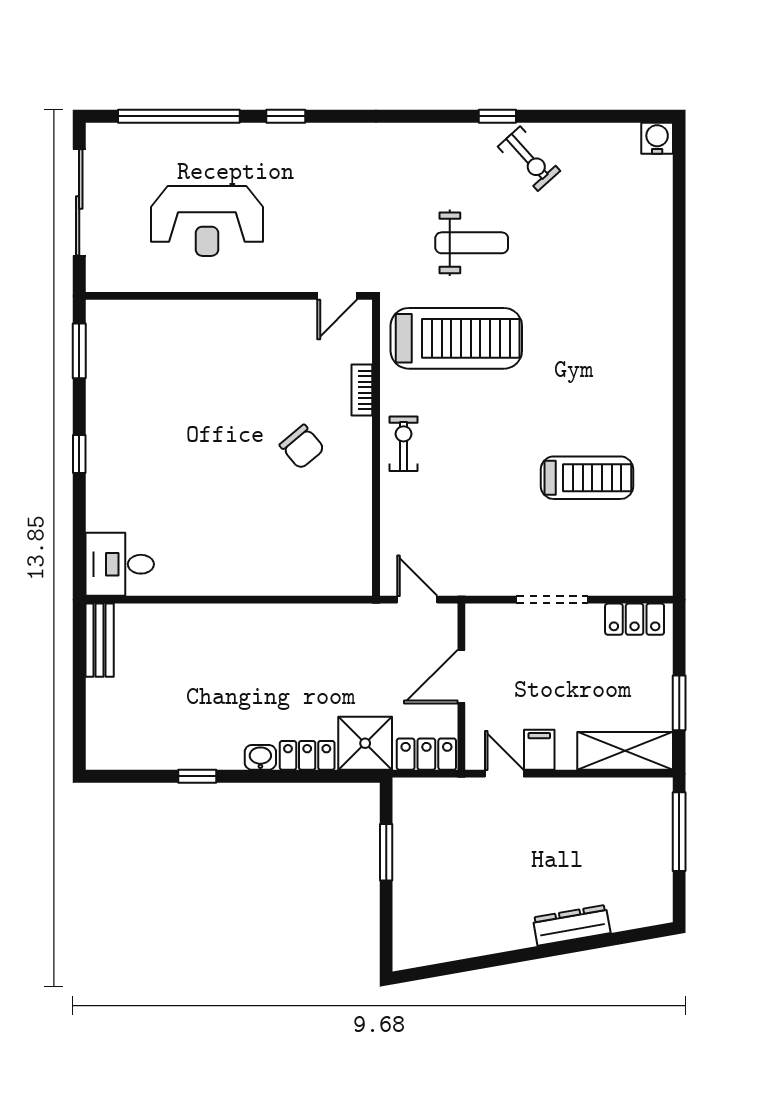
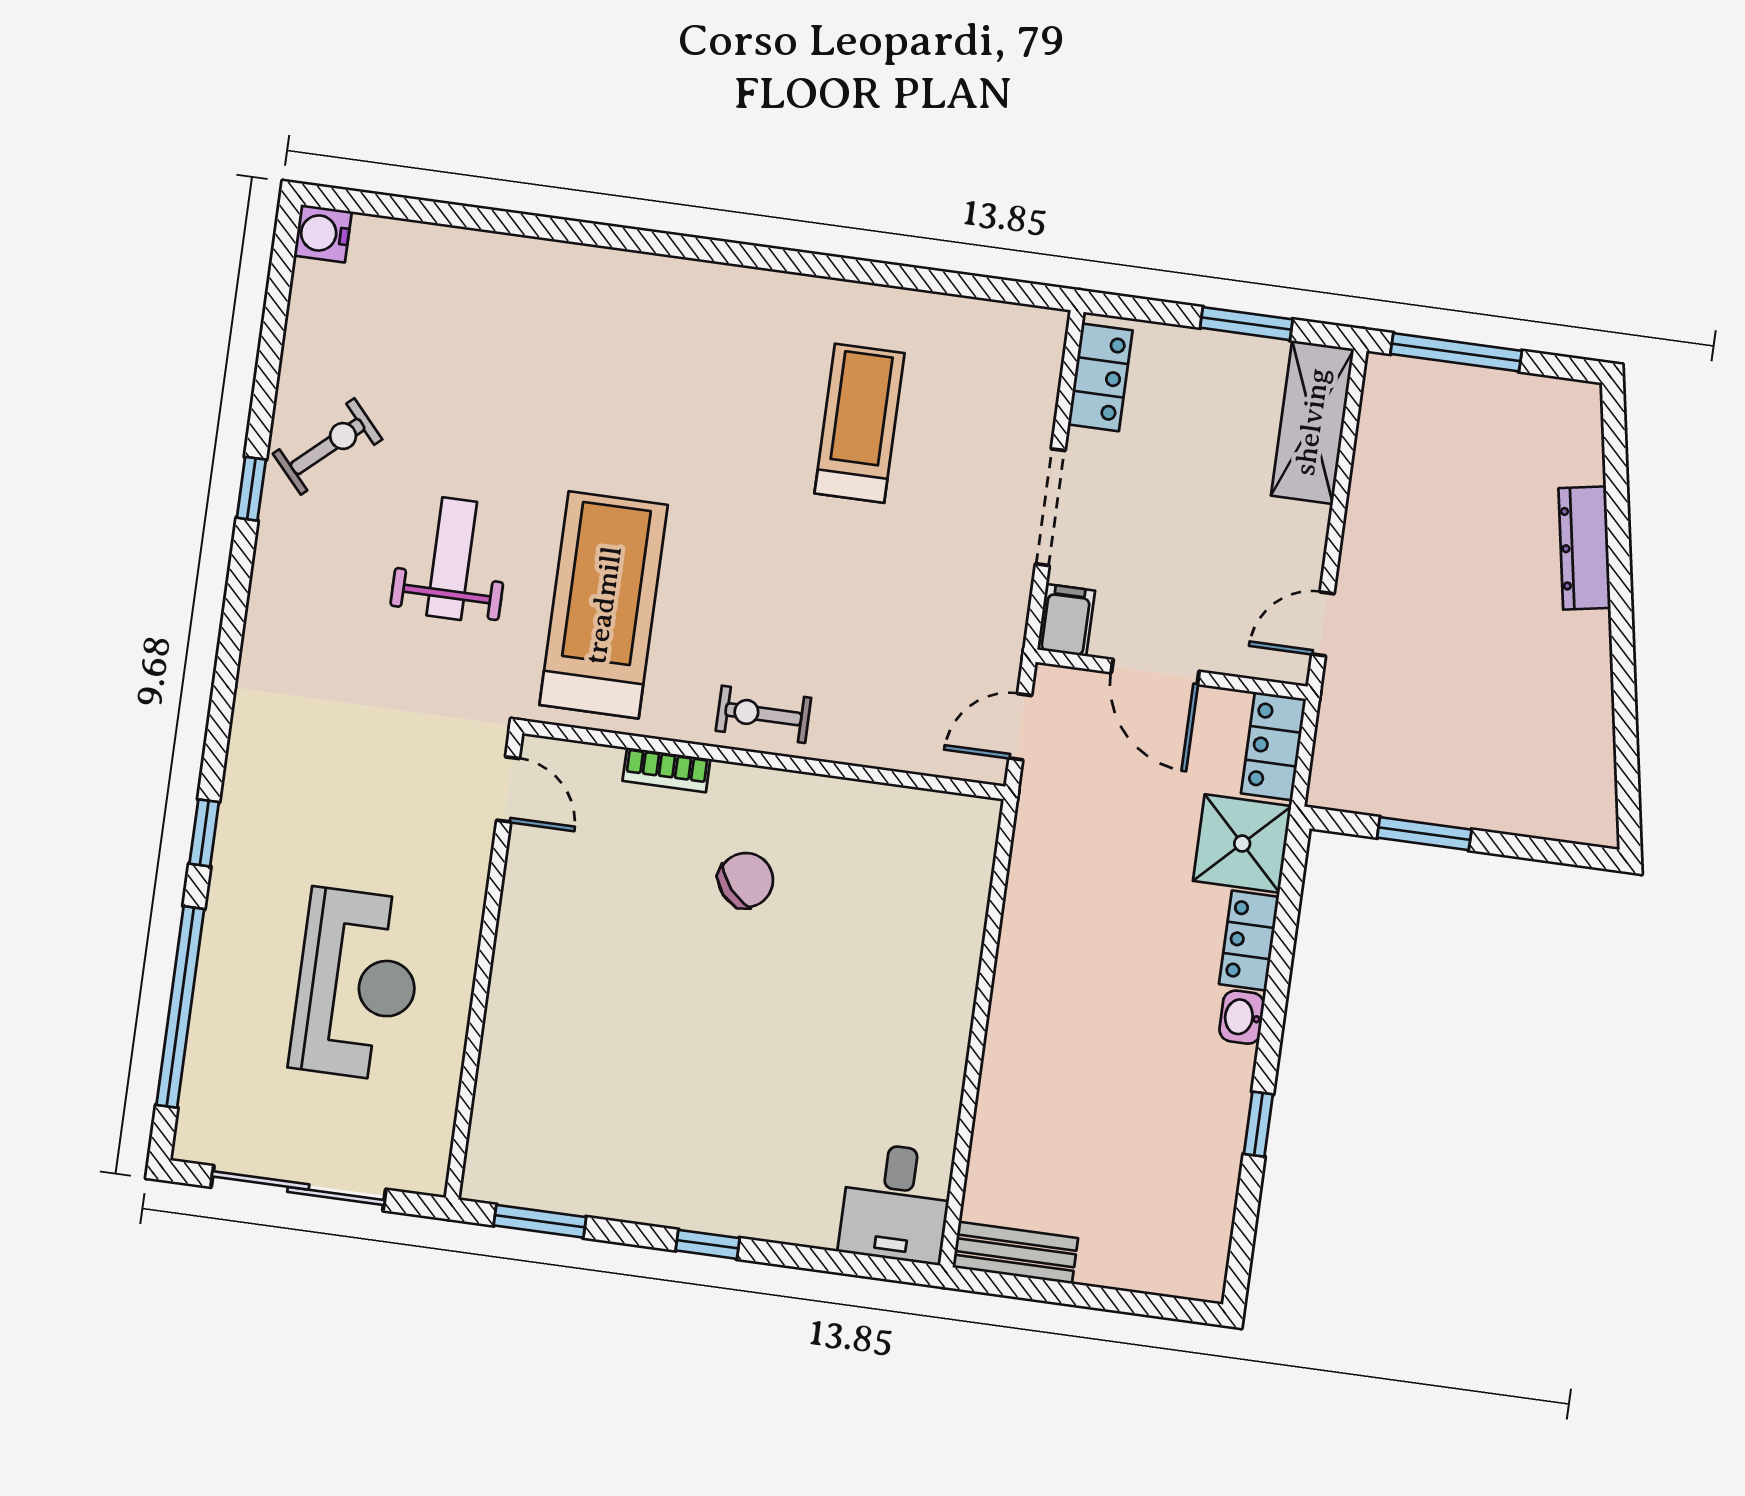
filing cabinet: (539, 750) -> (1066, 620), moved, turned 90

